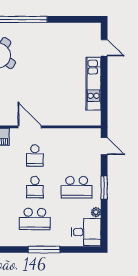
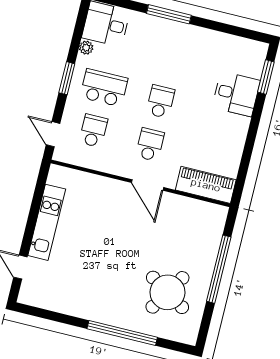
school desk: (35, 219) -> (93, 131), moved, width x0.54

